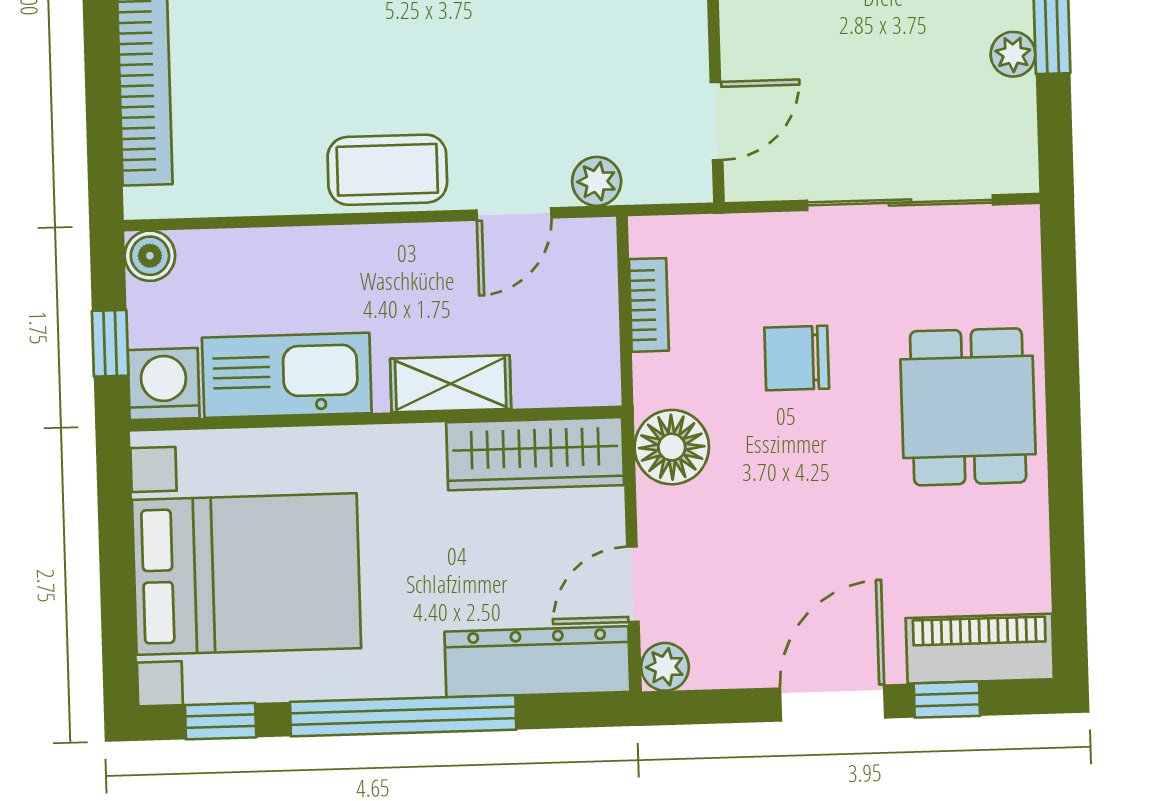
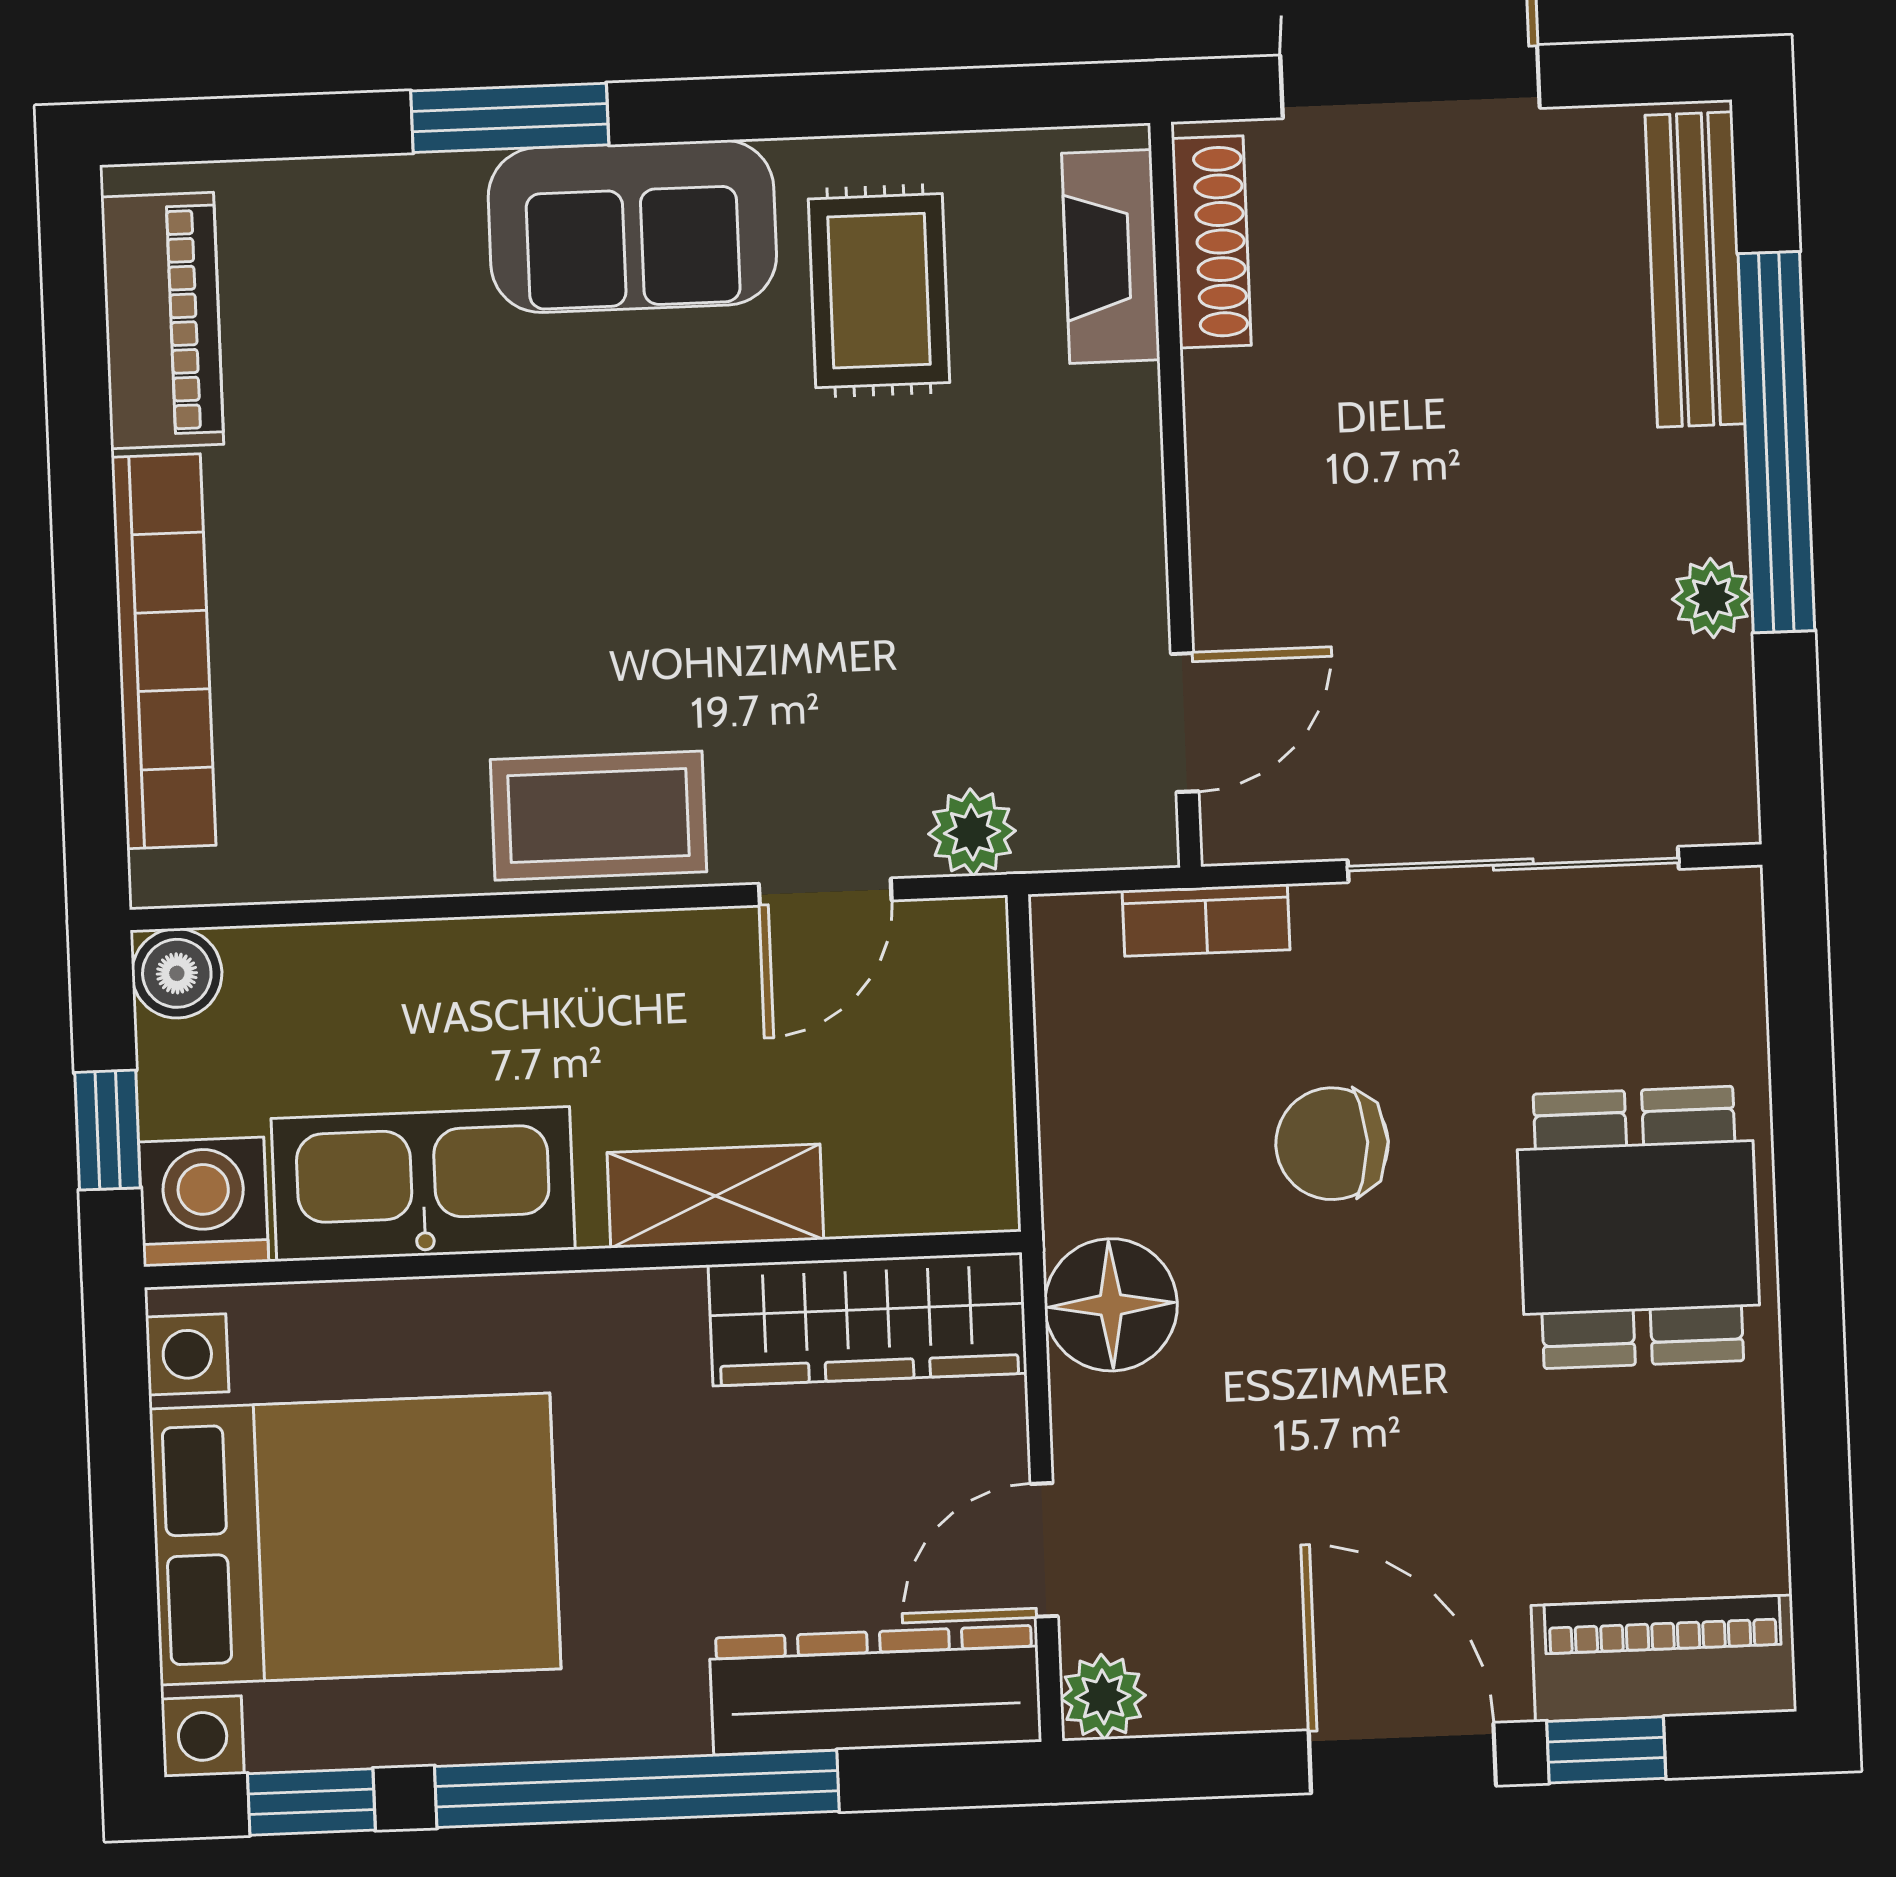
bookcase: (649, 305) -> (1206, 920), moved, turned 90
door: (833, 703) -> (1402, 1758), hinge flipped

